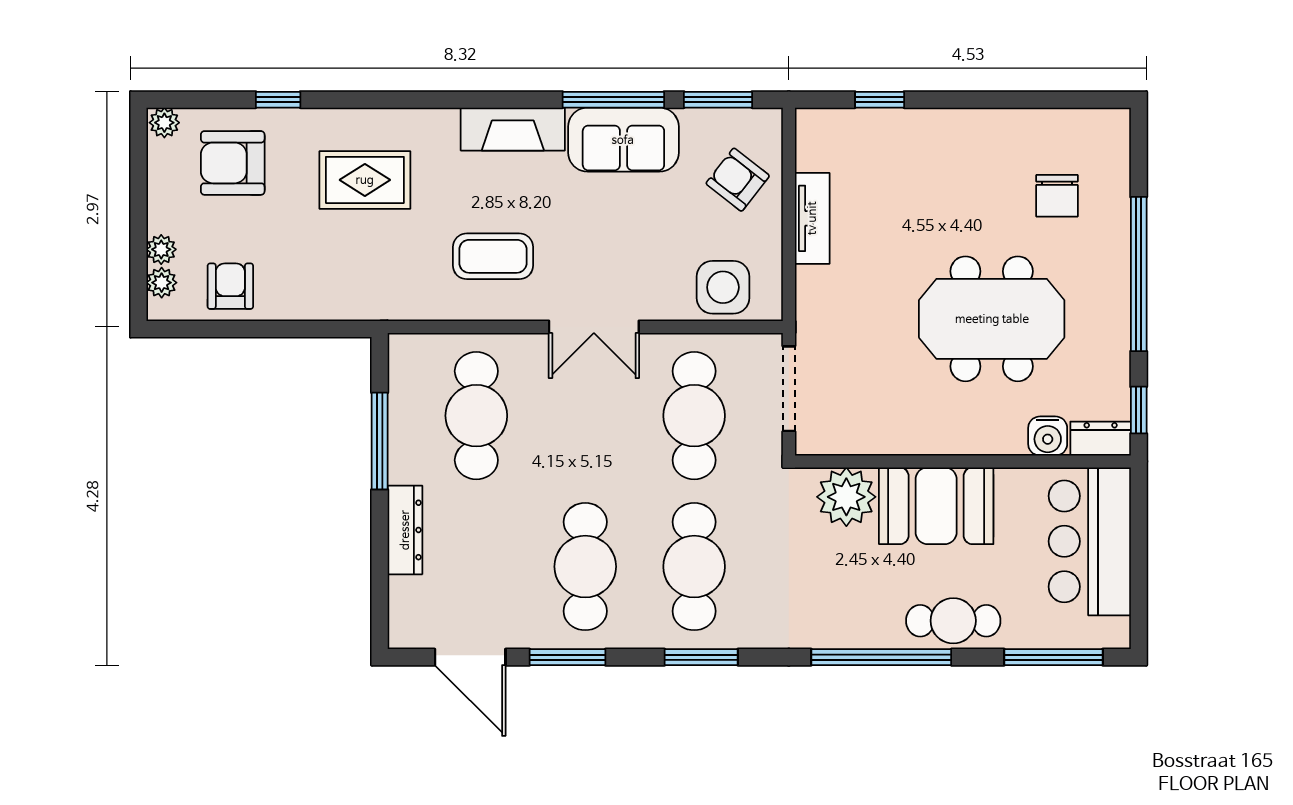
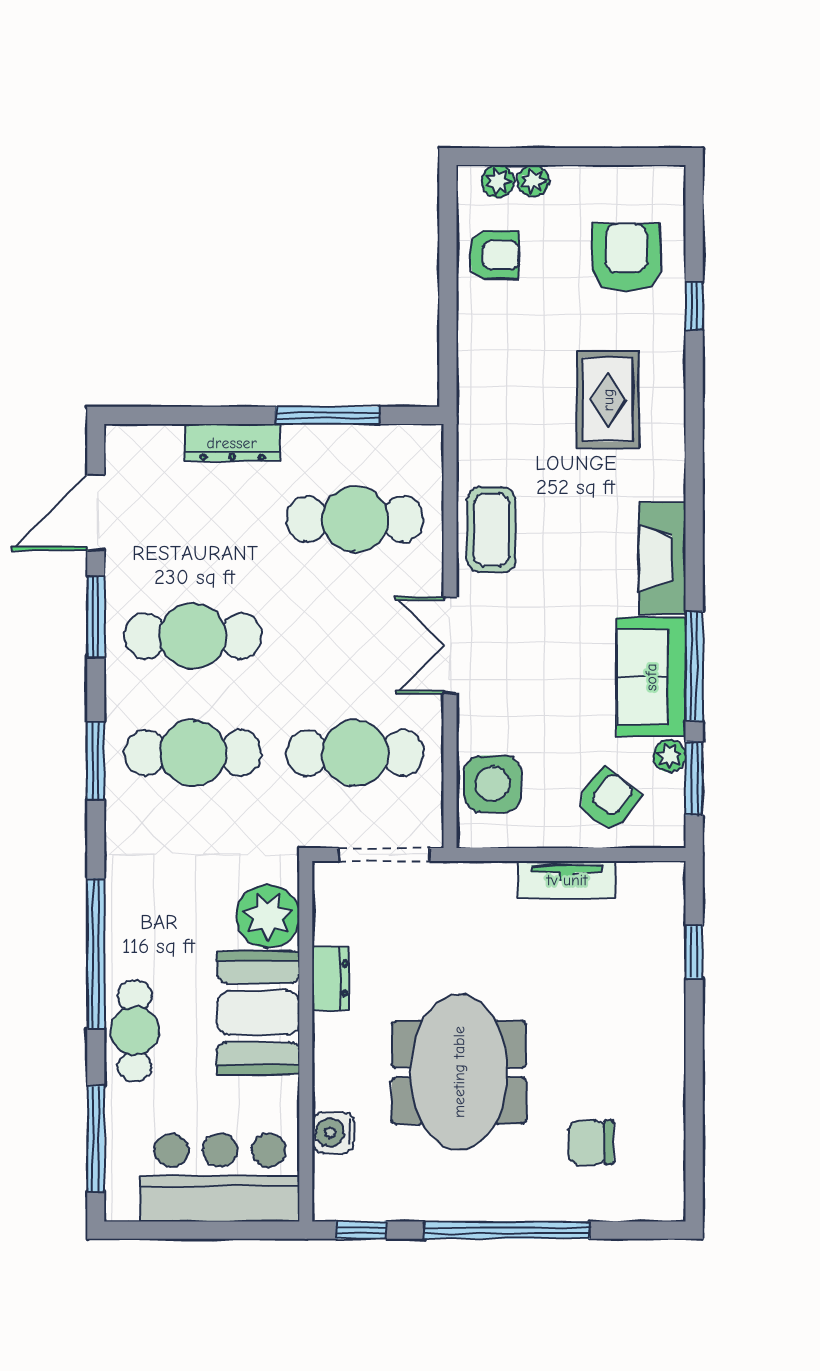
plant: (164, 123) -> (669, 756), moved
coffee table: (493, 256) -> (491, 530), moved
dresser: (1101, 439) -> (330, 979), moved

